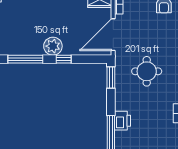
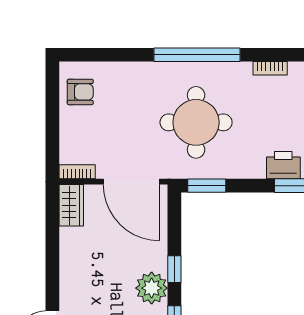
round table: (147, 71) -> (196, 122), width x1.36, depth x1.36

